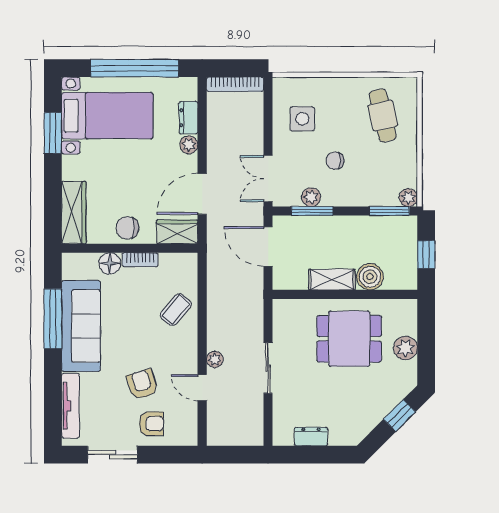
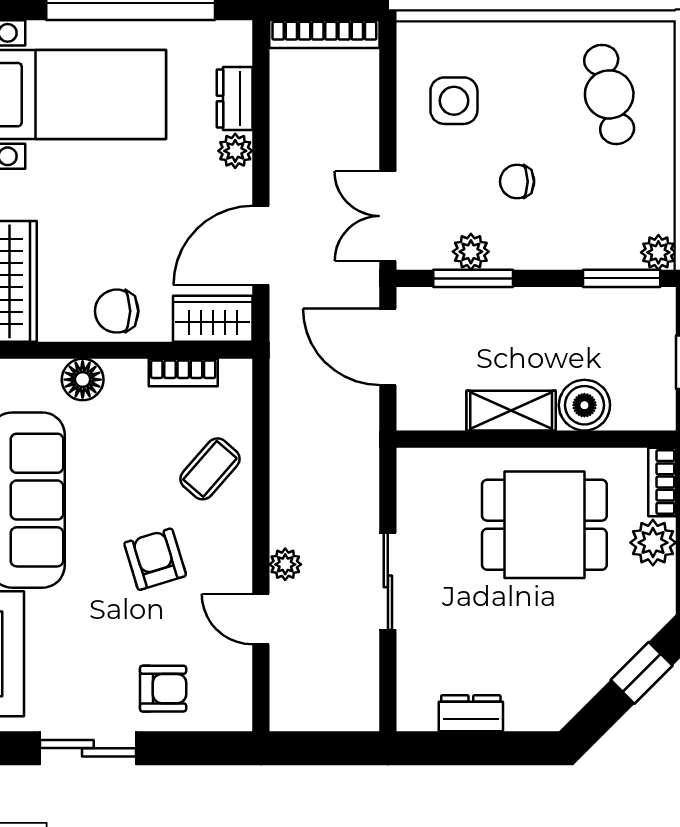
bookcase: (140, 260) -> (183, 373), moved
bookcase: (410, 317) -> (662, 482), added
armchair: (142, 384) -> (155, 559), moved

